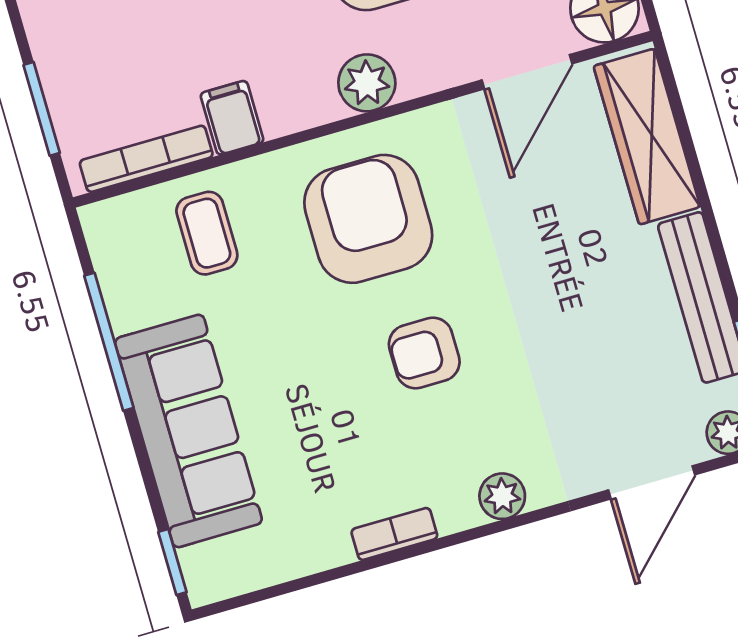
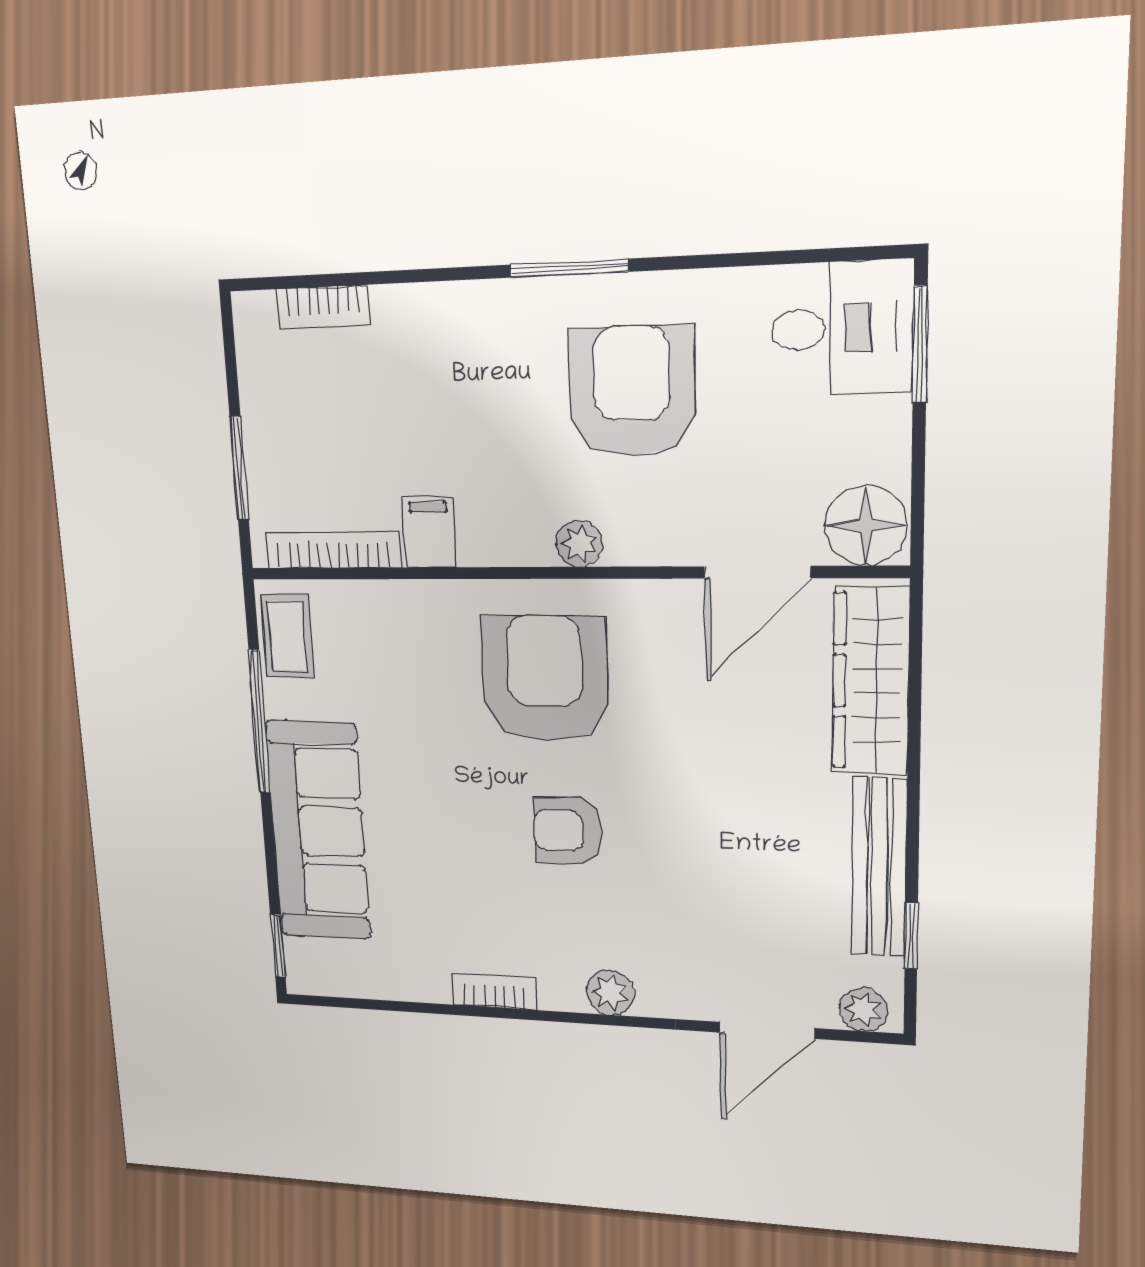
plant: (367, 83) -> (579, 544), width x0.73, depth x0.73
coffee table: (207, 233) -> (287, 636), moved

